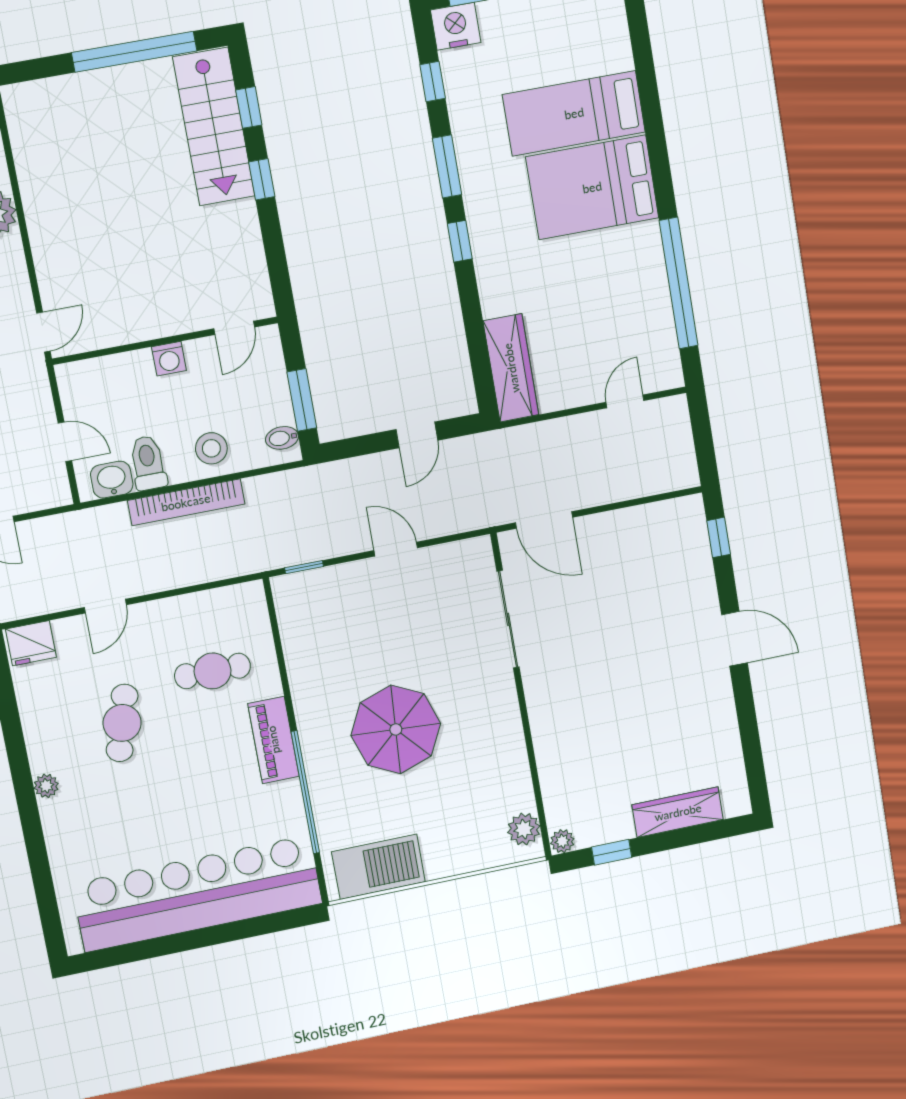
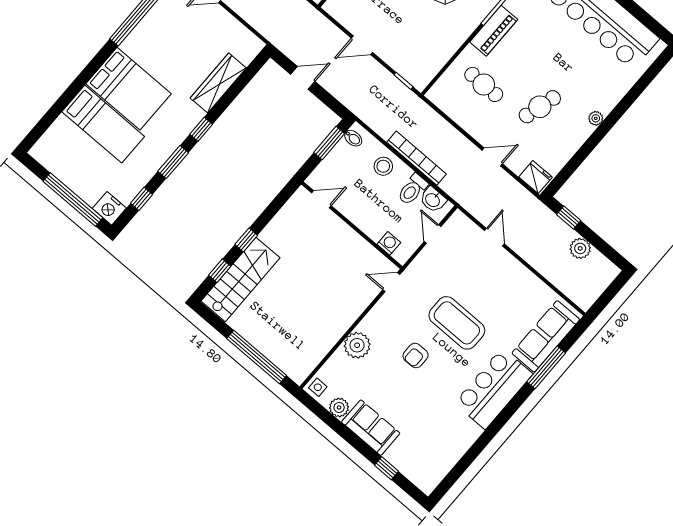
window: (134, 52) -> (257, 357), moved
washing machine: (169, 359) -> (389, 243), moved
wardrobe: (511, 368) -> (218, 83), moved
door: (396, 549) -> (362, 45), hinge flipped

